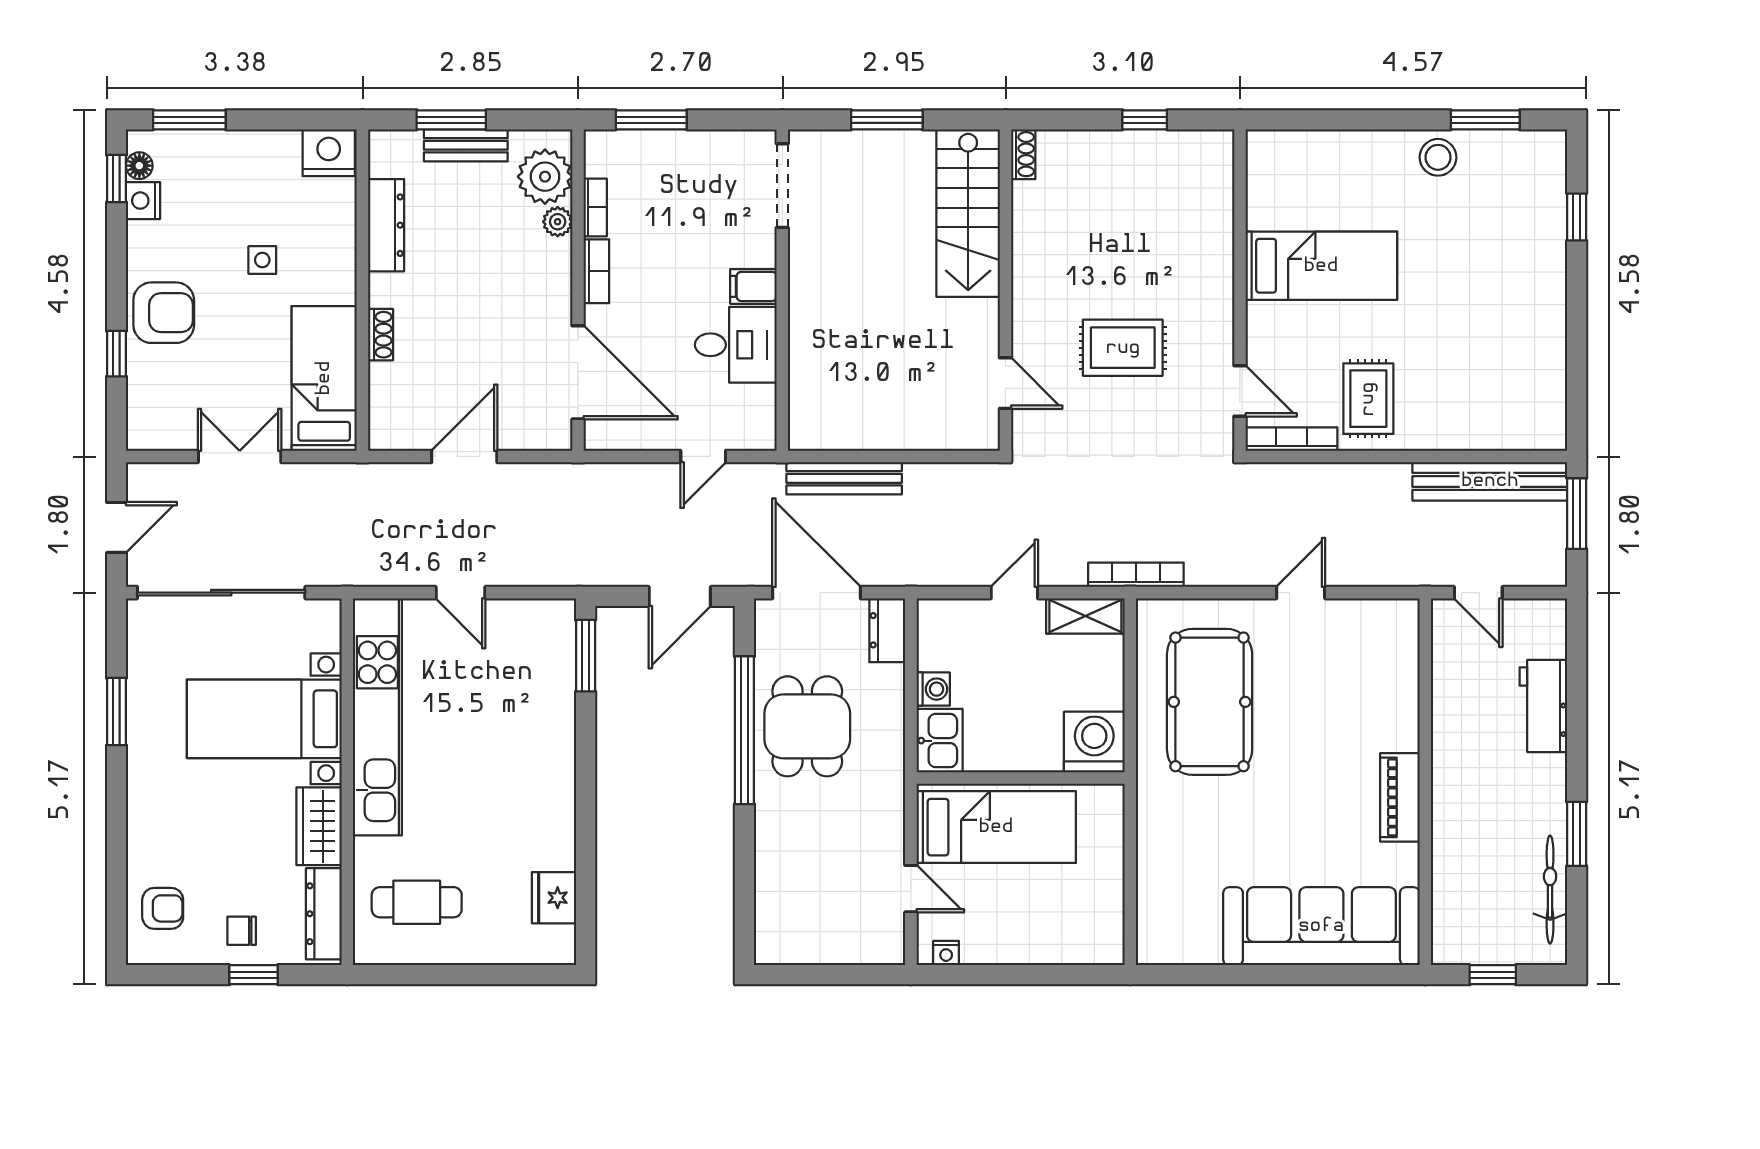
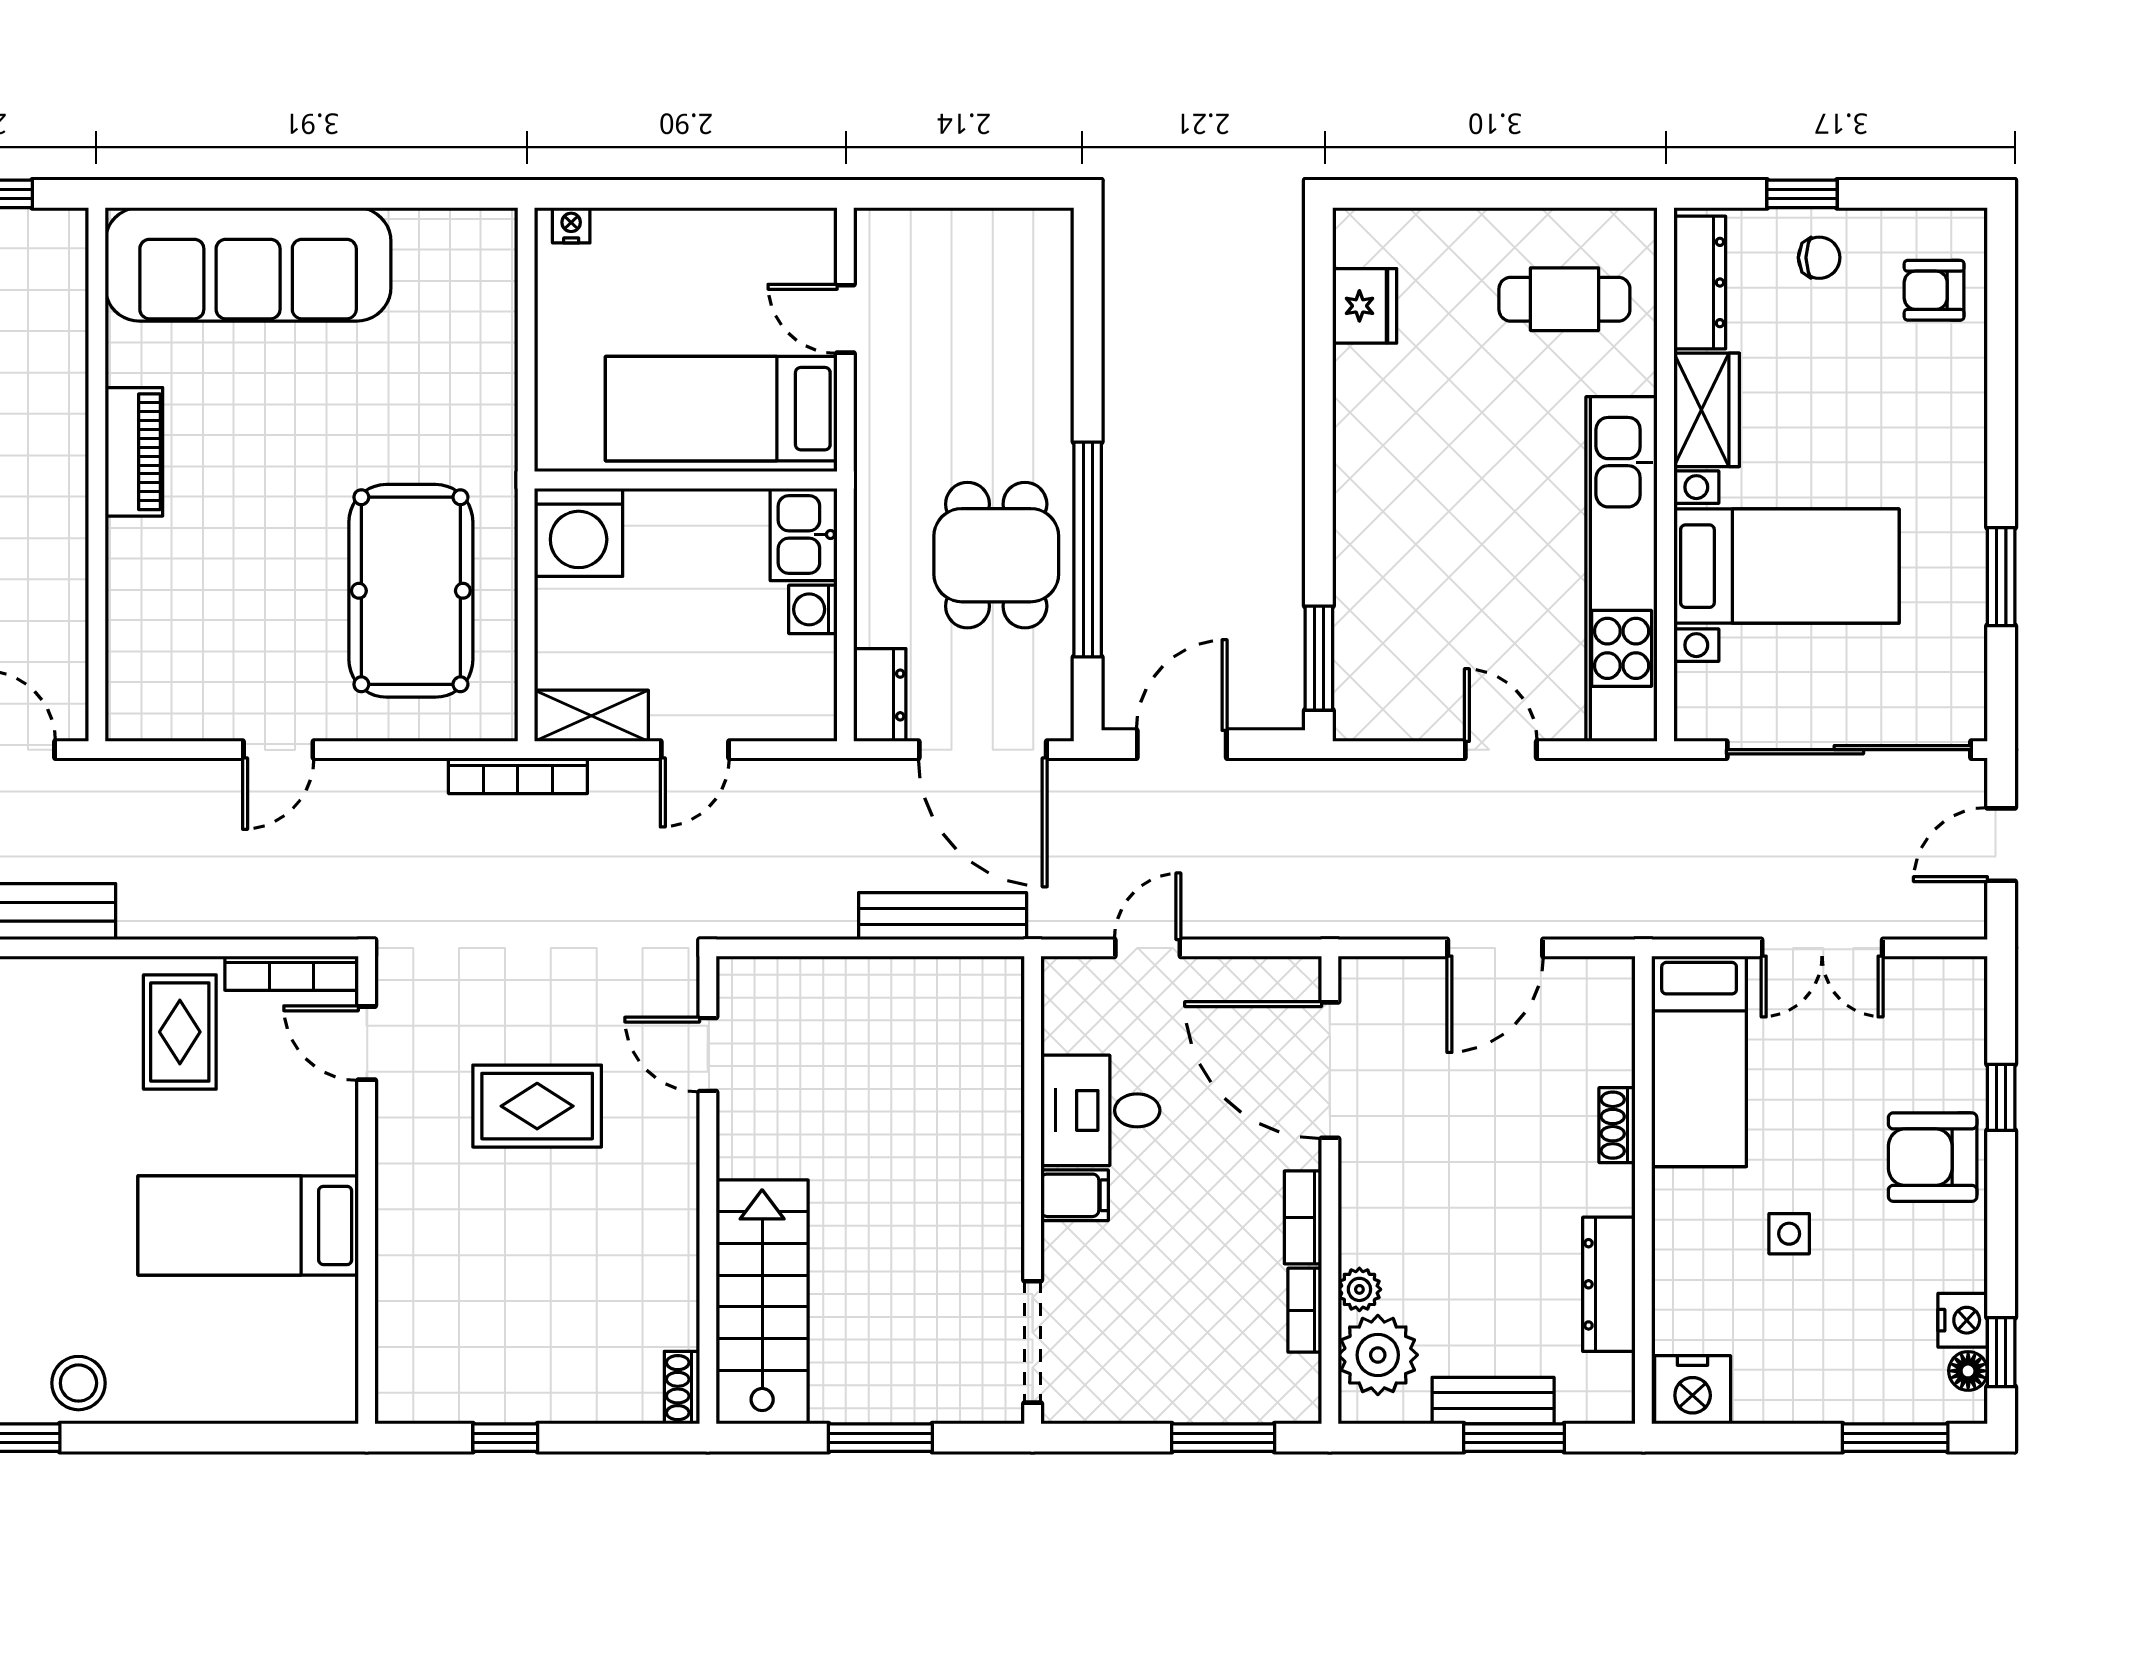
nightstand: (946, 953) -> (571, 225), moved

